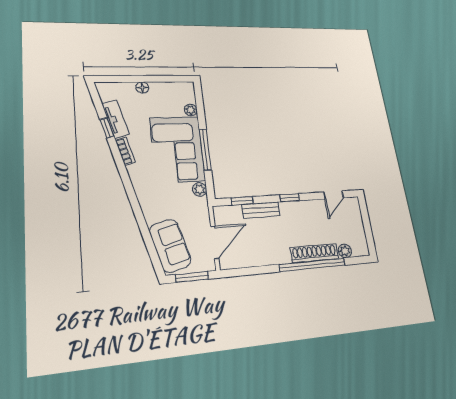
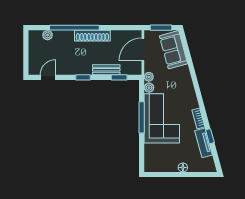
plant: (191, 110) -> (149, 77), moved
shoe rack: (314, 253) -> (92, 36), moved

